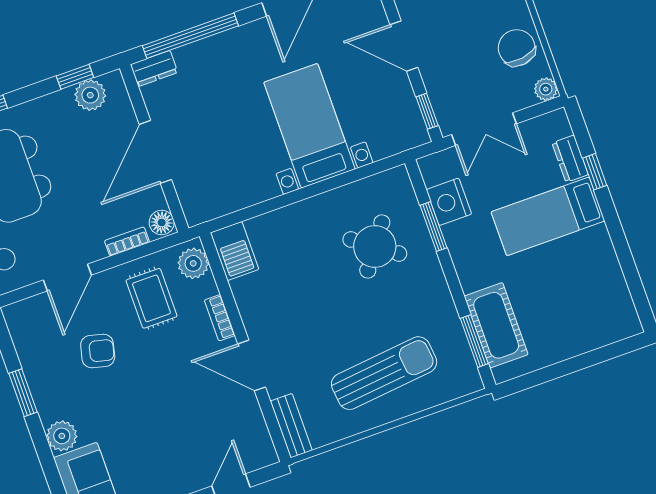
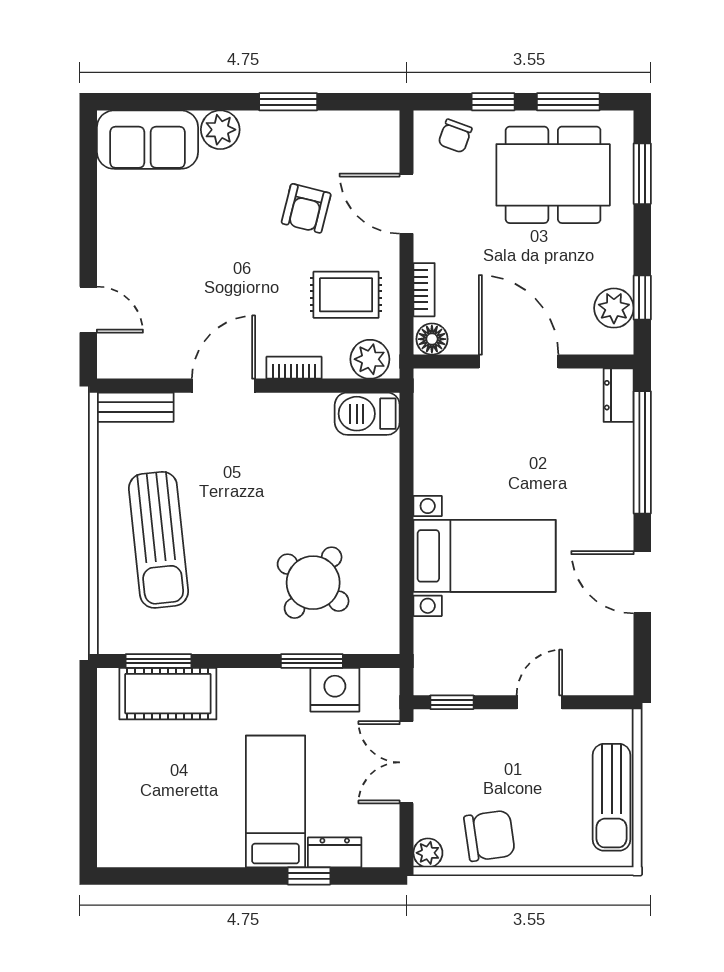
door: (404, 46) -> (539, 702), width x0.73

